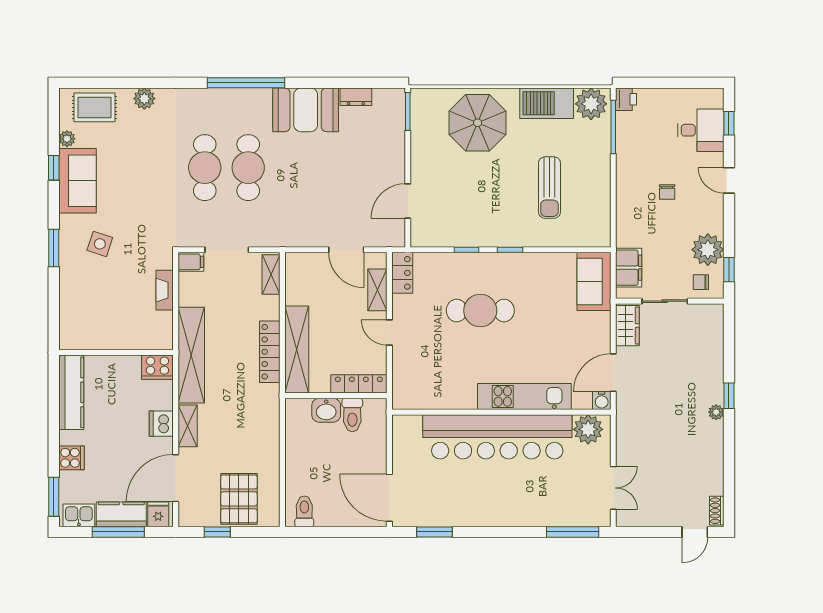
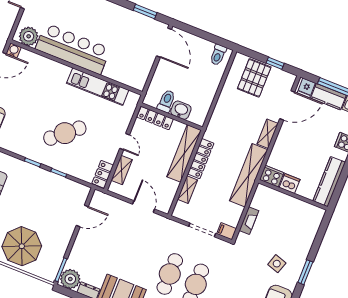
plant: (389, 103) -> (70, 279), added
door: (346, 250) -> (144, 207), moved
shelving: (271, 274) -> (188, 190), moved
cafe table: (480, 311) -> (65, 133), turned -41
kitchen unit: (524, 396) -> (98, 87), moved
dishwasher: (161, 424) -> (290, 183), moved, turned -90
bar counter: (497, 437) -> (73, 49), width x0.73

